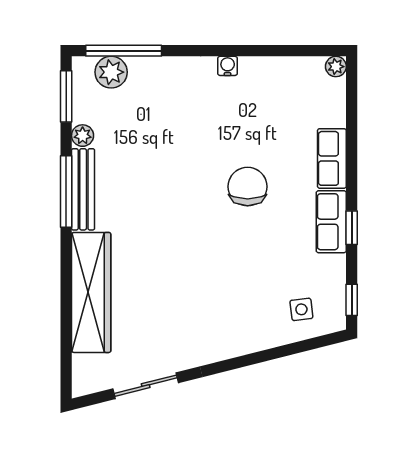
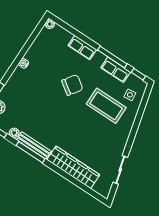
chair: (248, 187) -> (72, 85), turned 125
row of seats: (331, 222) -> (116, 70), moved
window: (352, 228) -> (112, 57), width x2.17
coffee table: (250, 278) -> (106, 106), added

